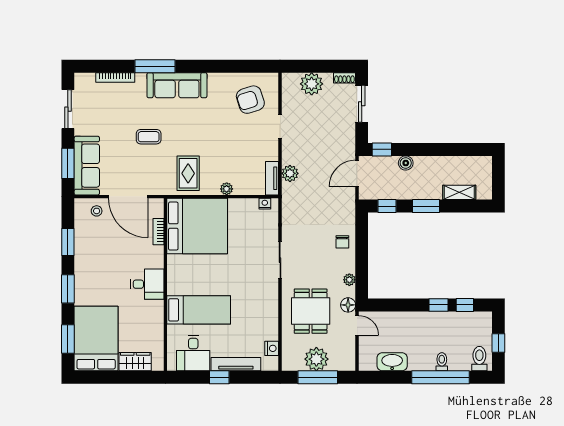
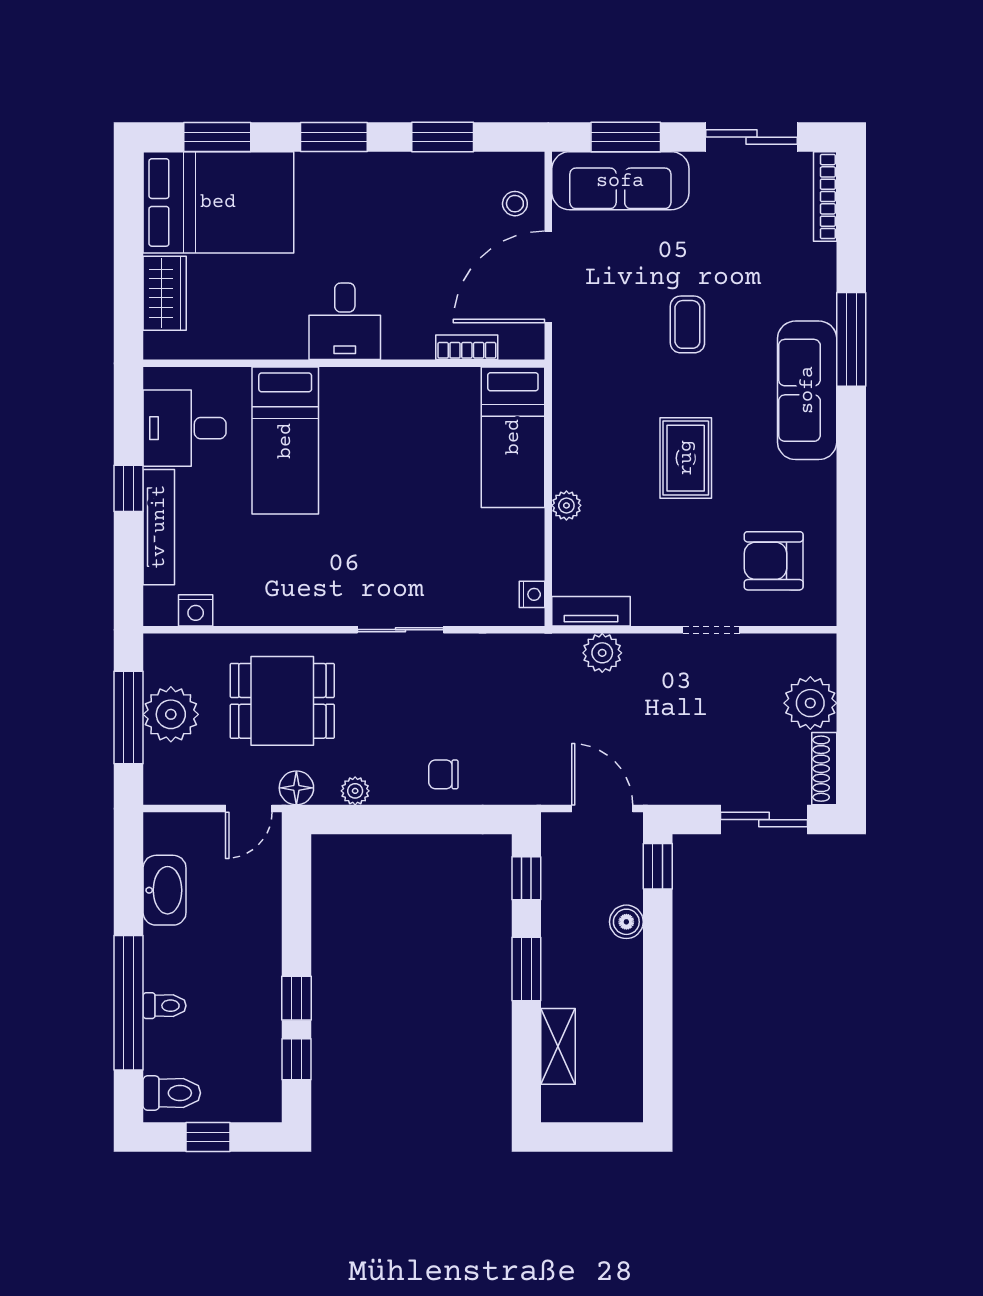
bookcase: (115, 77) -> (825, 197), moved
shoe rack: (344, 78) -> (824, 769), width x1.43
armchair: (250, 100) -> (774, 561), turned -72
rug: (188, 173) -> (686, 458), moved, turned 90
bed: (197, 226) -> (513, 437), width x0.49

